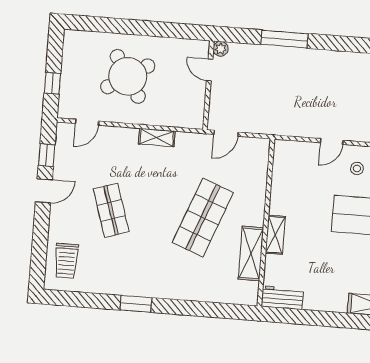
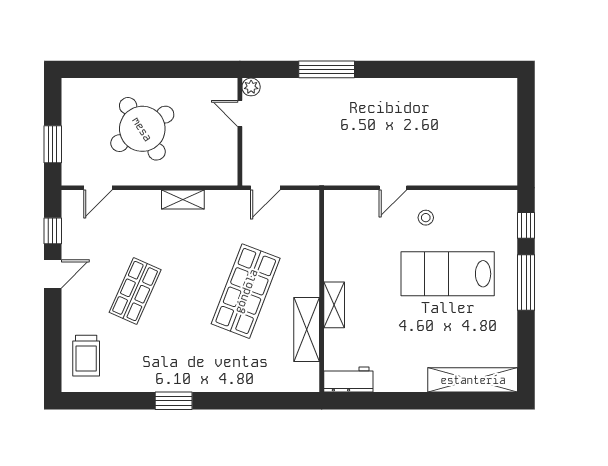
window: (52, 83) -> (53, 144), width x1.50
shop shelf: (111, 210) -> (135, 291), turned 42

